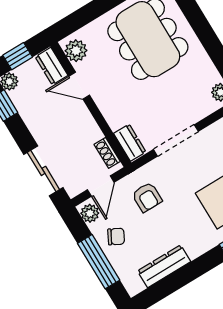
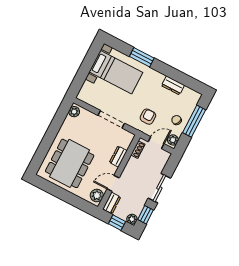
door: (79, 86) -> (113, 183), swing flipped
dresser: (130, 143) -> (118, 157), moved
sliding door: (43, 171) -> (159, 188), moved
dresser: (164, 266) -> (173, 85), width x0.70

